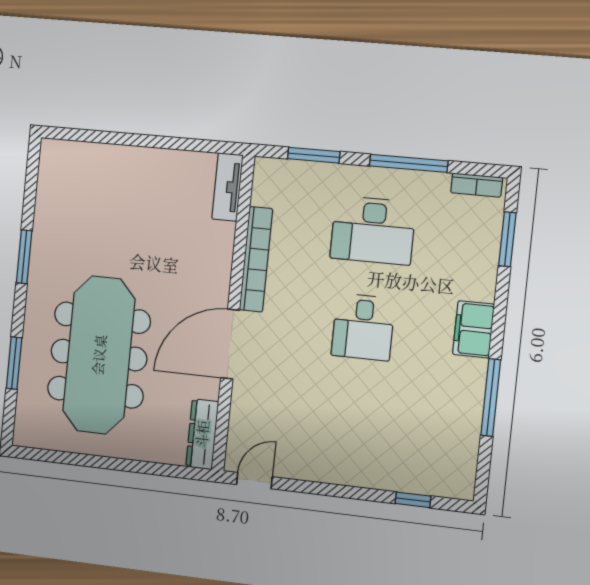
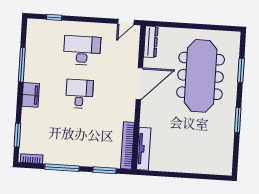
tv unit: (227, 187) -> (144, 149), width x1.41
desk: (373, 230) -> (82, 50), moved
bookcase: (256, 259) -> (128, 146), moved

